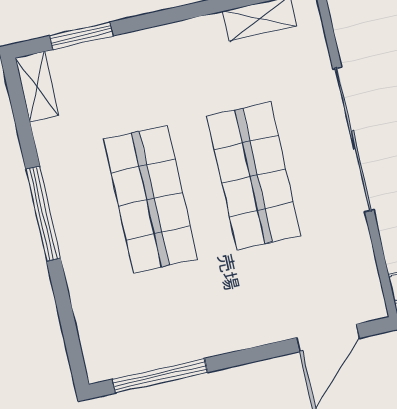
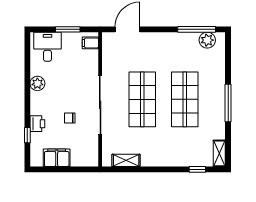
window: (81, 36) -> (197, 169), width x0.67
plant: (128, 355) -> (207, 40), added

